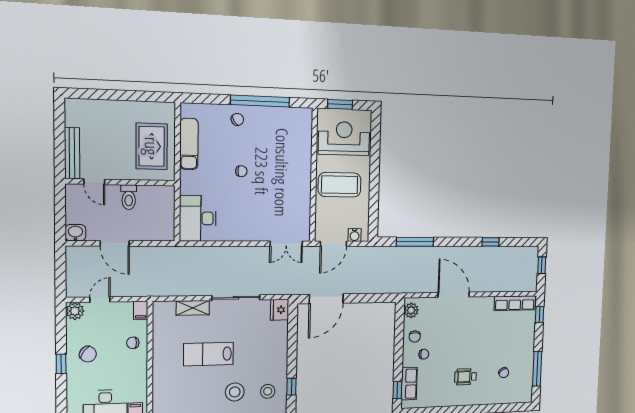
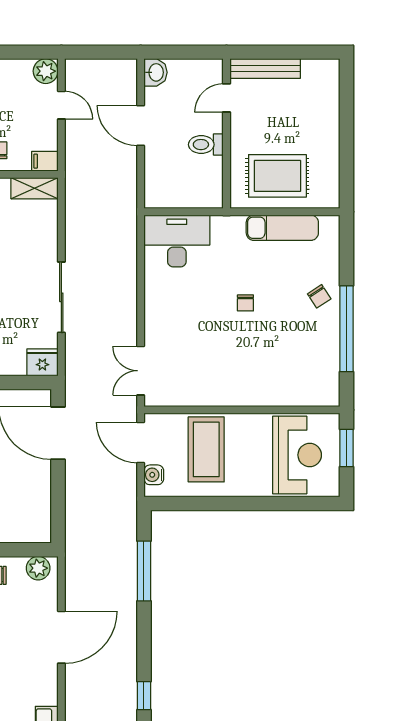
coffee table: (340, 185) -> (206, 449), moved
door: (115, 243) -> (141, 125), hinge flipped
shelving: (193, 308) -> (35, 188), moved, turned 90

